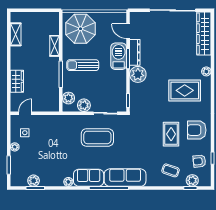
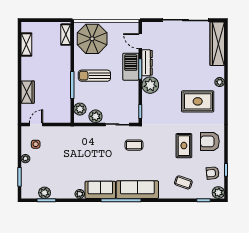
shelving: (55, 46) -> (66, 35), moved
coffee table: (97, 137) -> (134, 145), moved, width x0.54, depth x0.58
plant: (192, 180) -> (218, 193), moved

